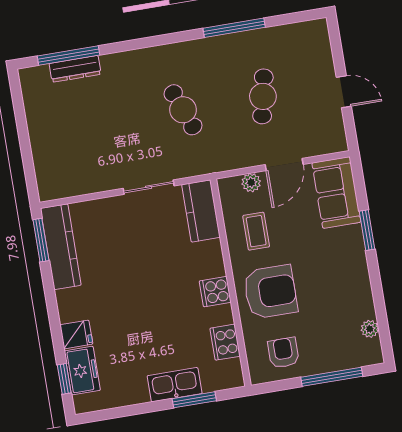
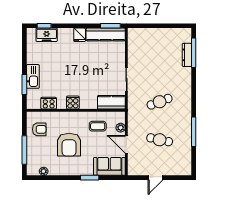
armchair: (270, 292) -> (69, 145), moved
fridge: (76, 334) -> (80, 35), moved

